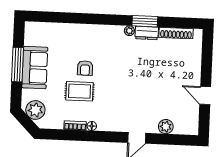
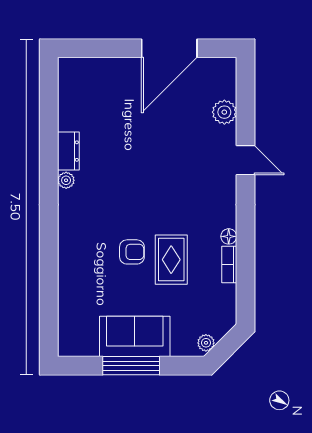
window: (145, 21) -> (49, 155), removed
shoe rack: (176, 33) -> (66, 102), removed
door: (205, 96) -> (169, 48), width x1.88
plant: (35, 110) -> (206, 343), width x0.53, depth x0.53

